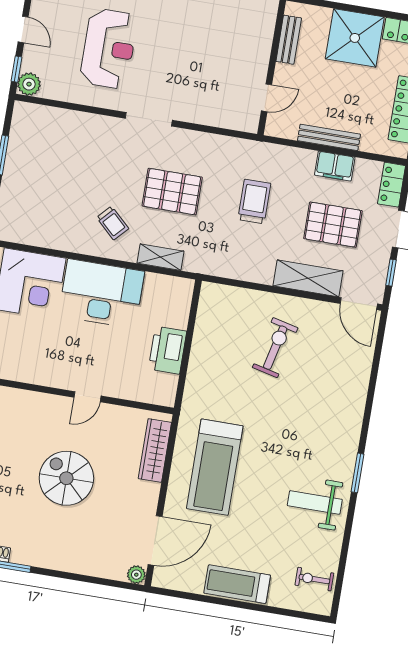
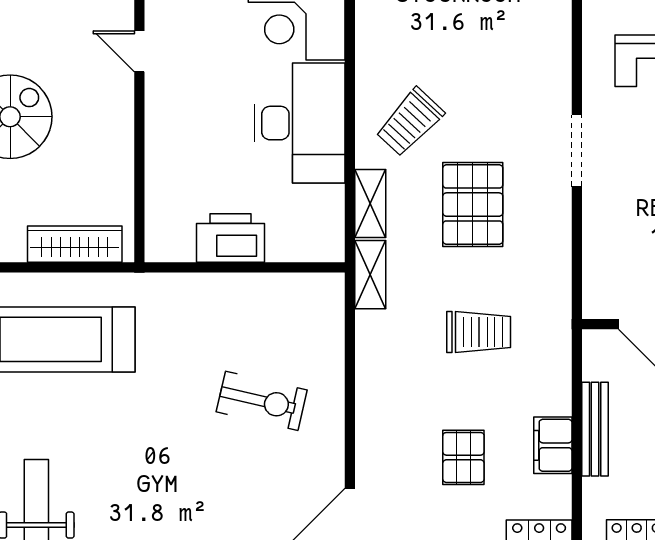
trolley: (113, 223) -> (410, 122), width x1.36, depth x1.39
pallet: (333, 225) -> (463, 457), width x0.67, depth x0.71
shelving: (308, 278) -> (370, 275), moved, width x0.67, depth x0.75
door: (88, 397) -> (139, 51), moved

